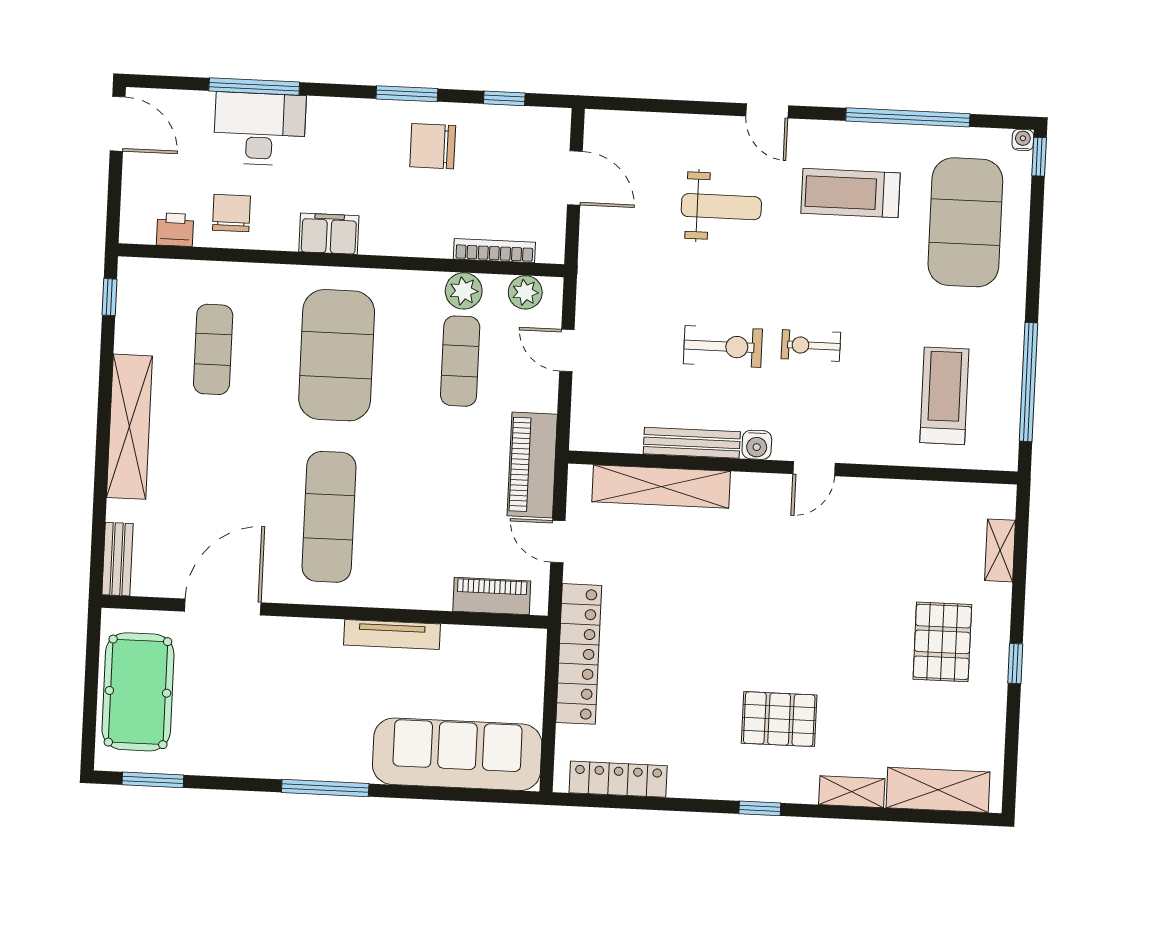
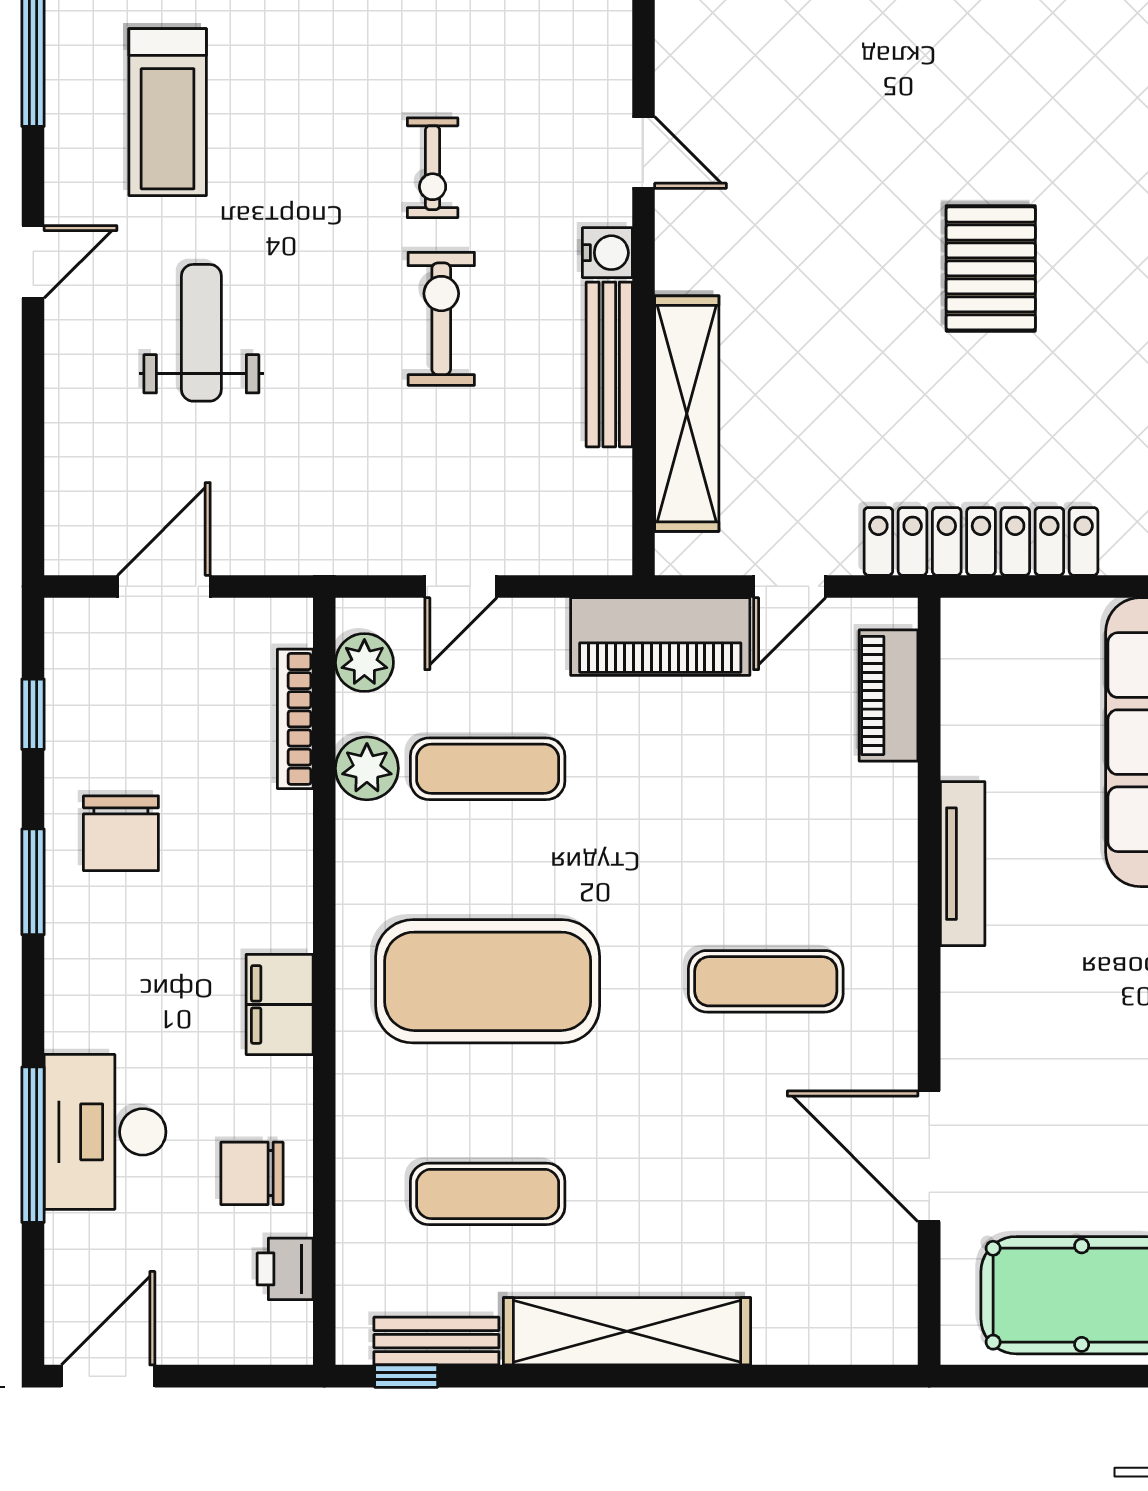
exercise mat: (329, 517) -> (766, 981), width x0.73, depth x0.69
bench: (117, 559) -> (436, 1341), moved
pallet: (779, 719) -> (991, 268), moved

